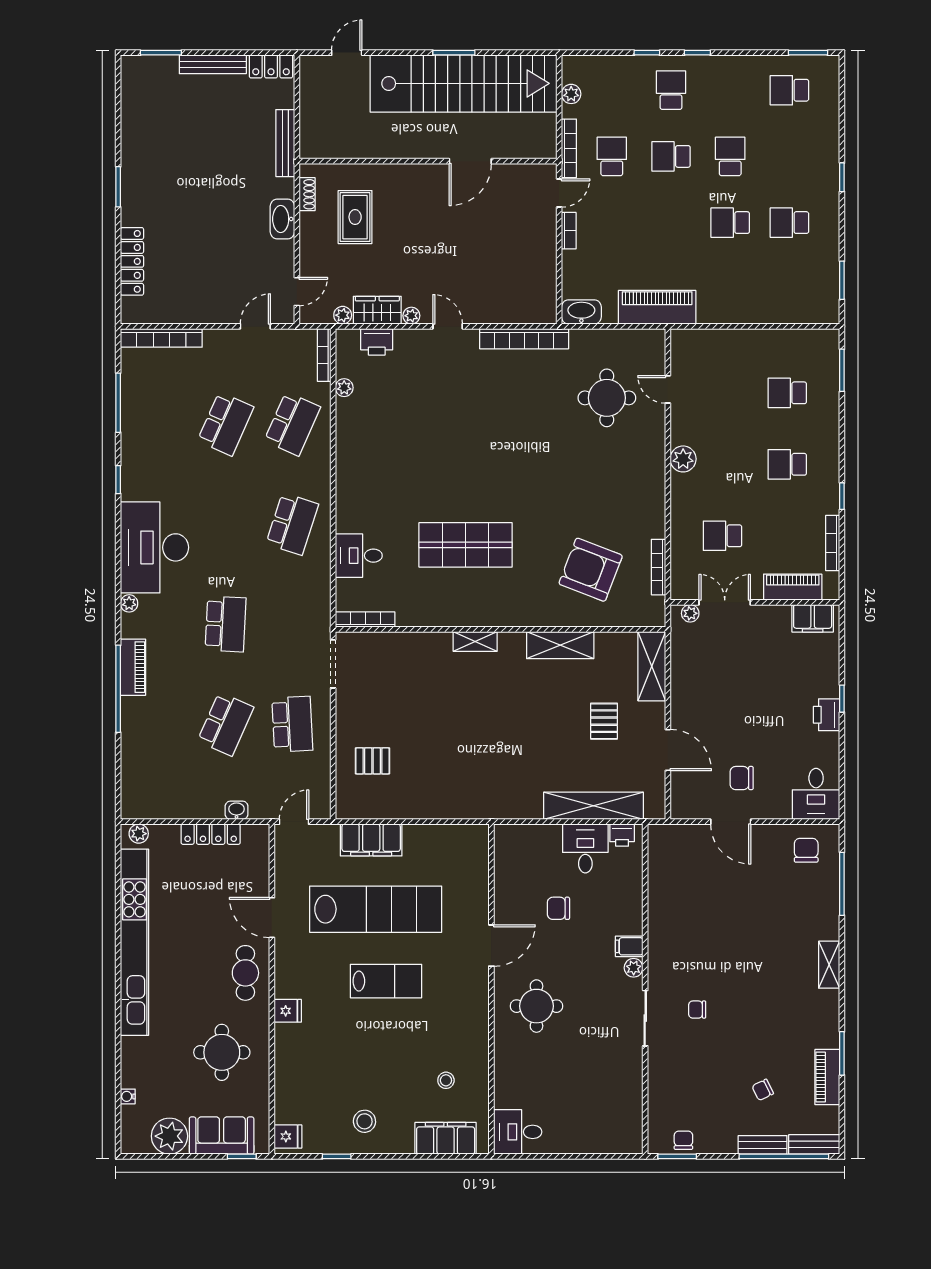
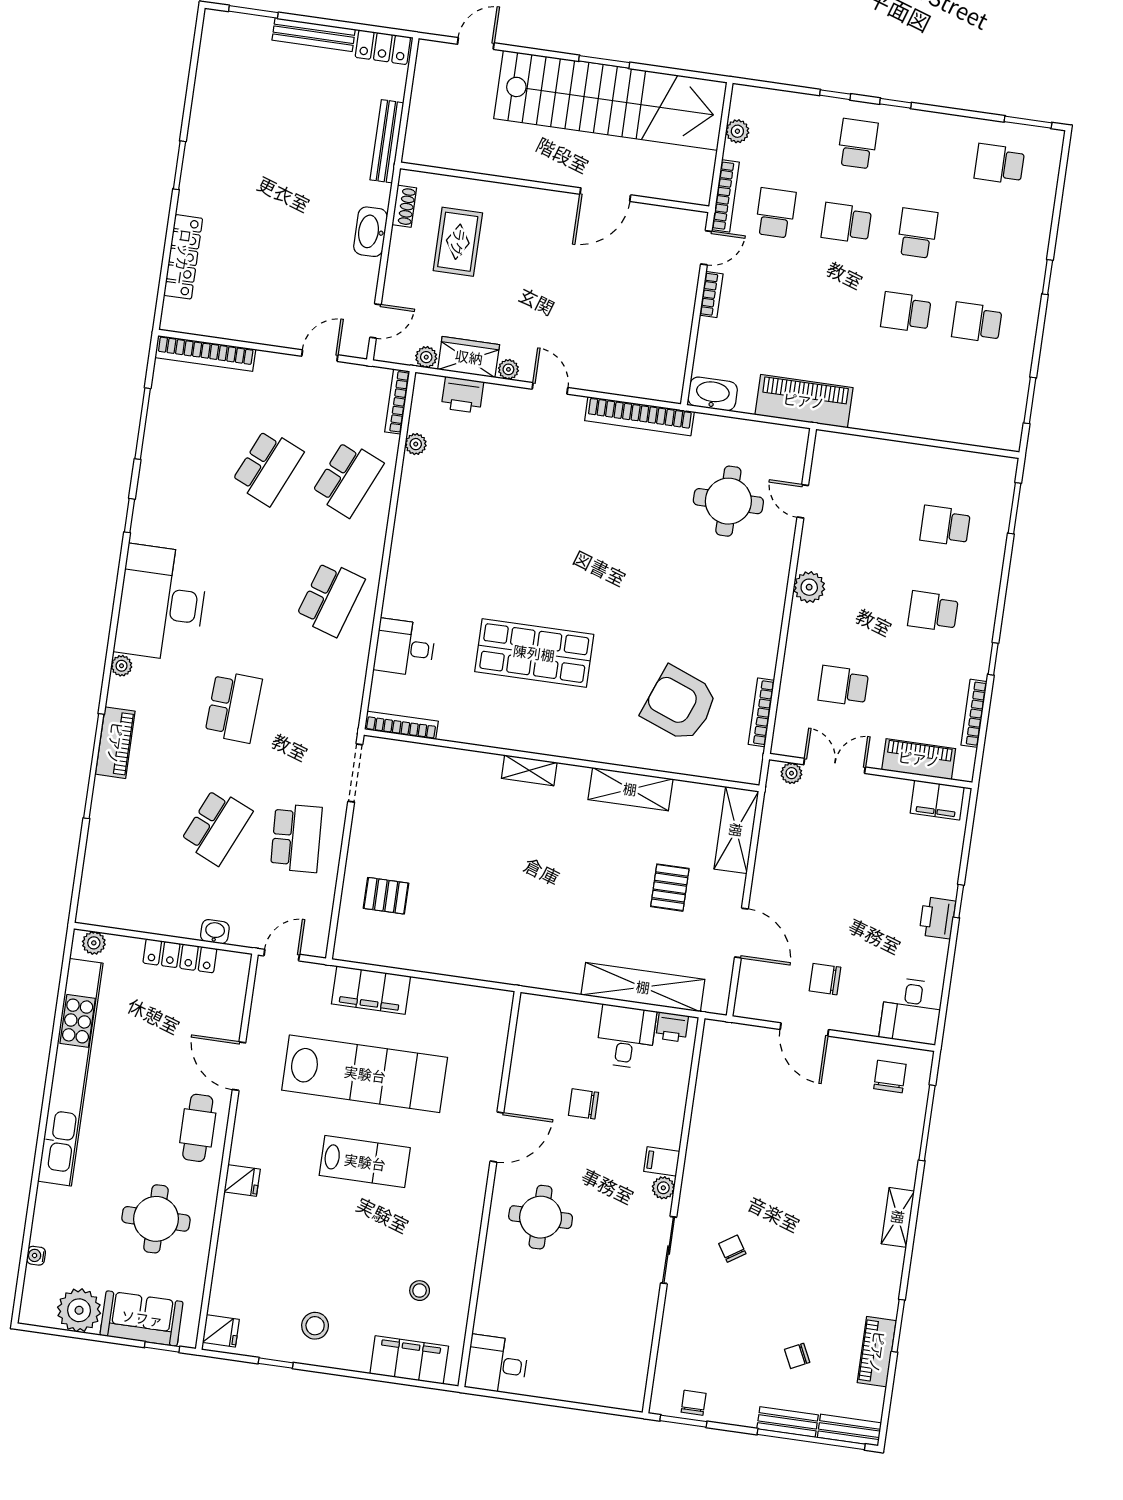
chair: (697, 1010) -> (732, 1249), turned 57

